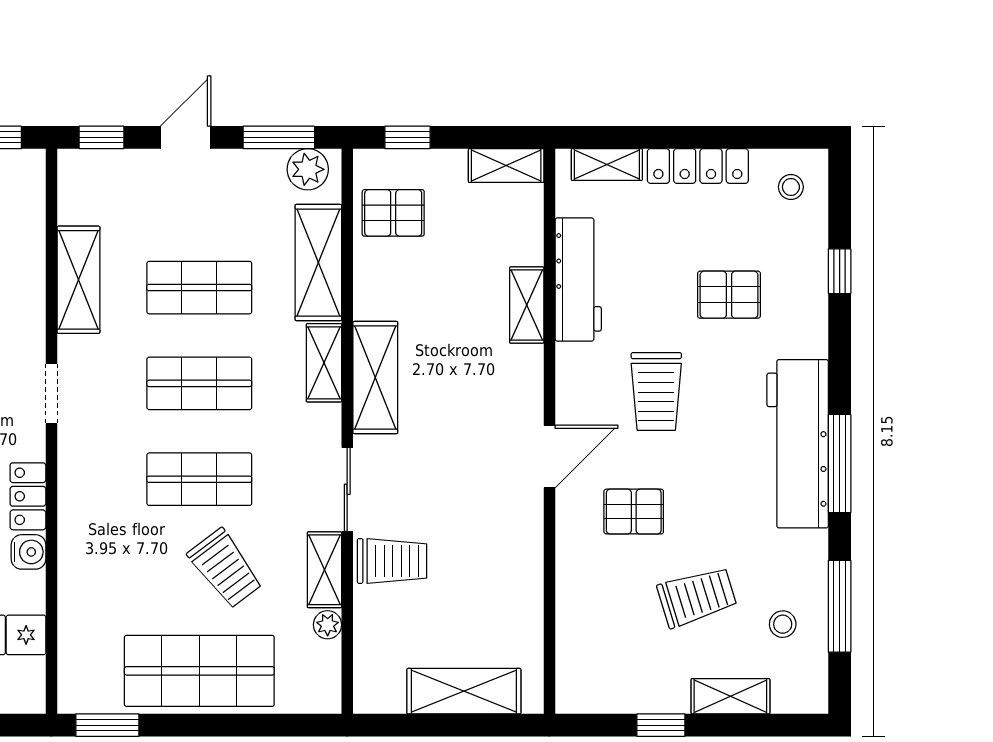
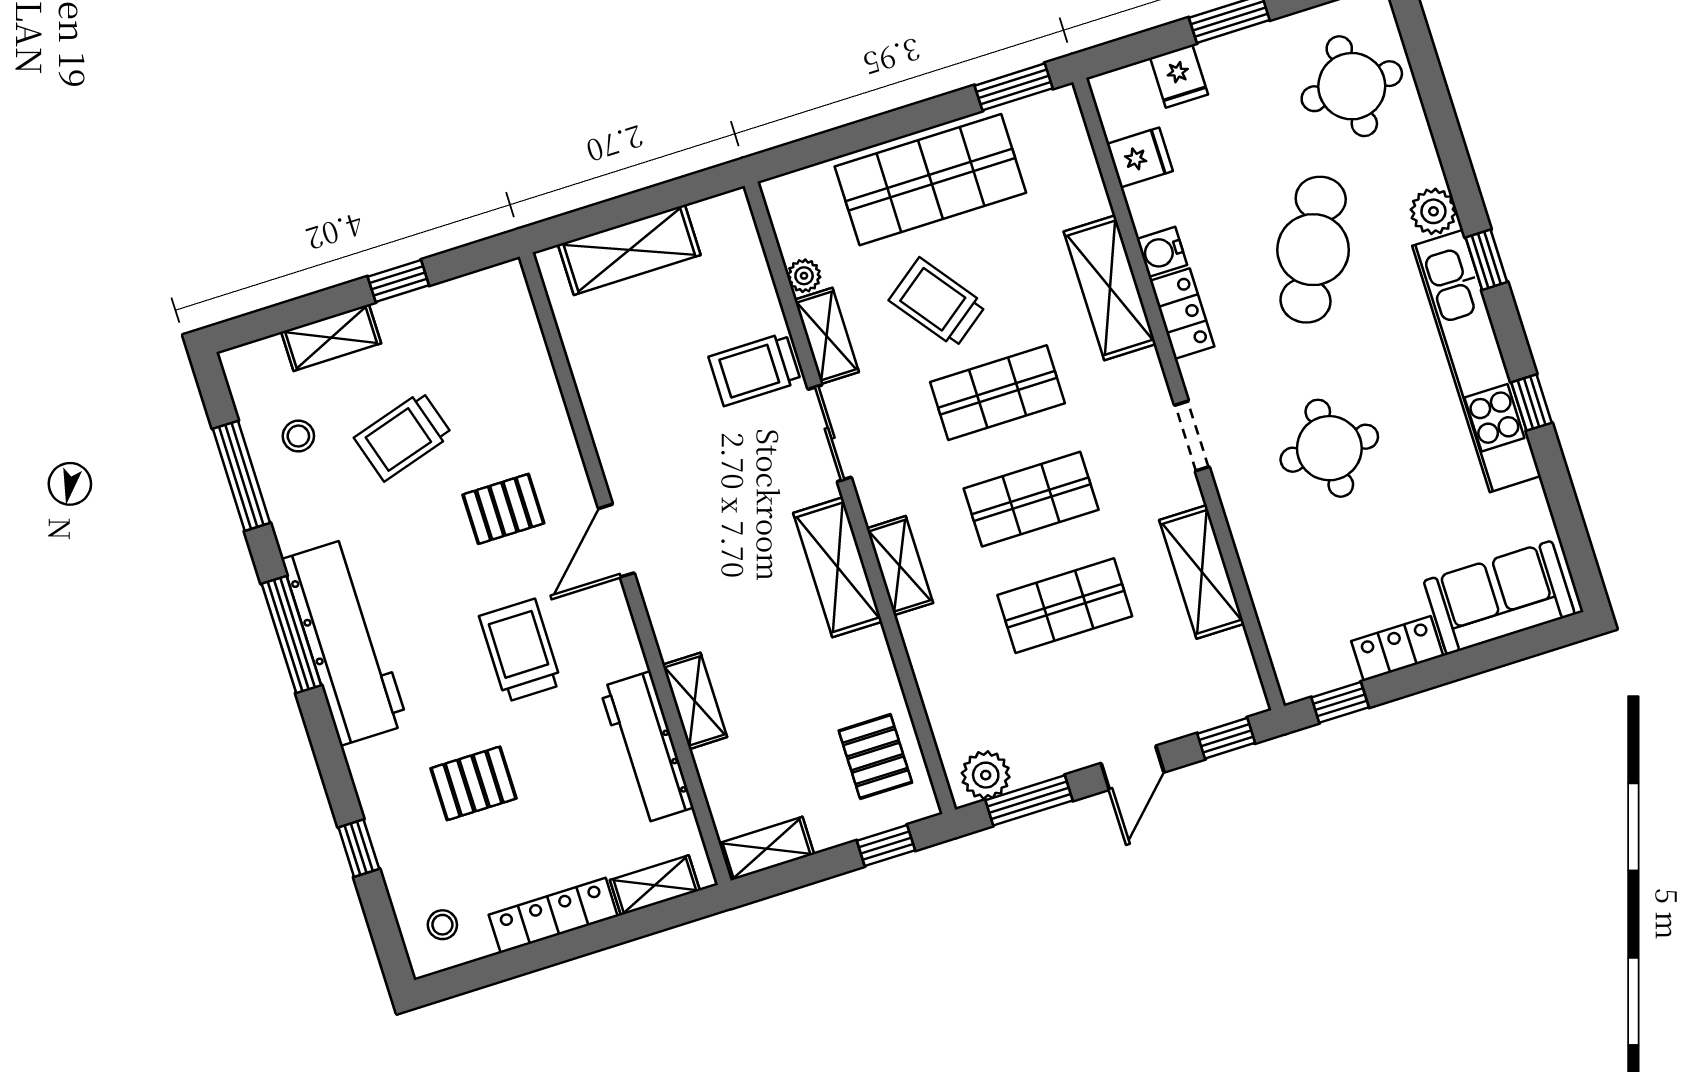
pallet: (393, 213) -> (875, 757), turned 90
shelving: (318, 263) -> (1110, 288), moved

